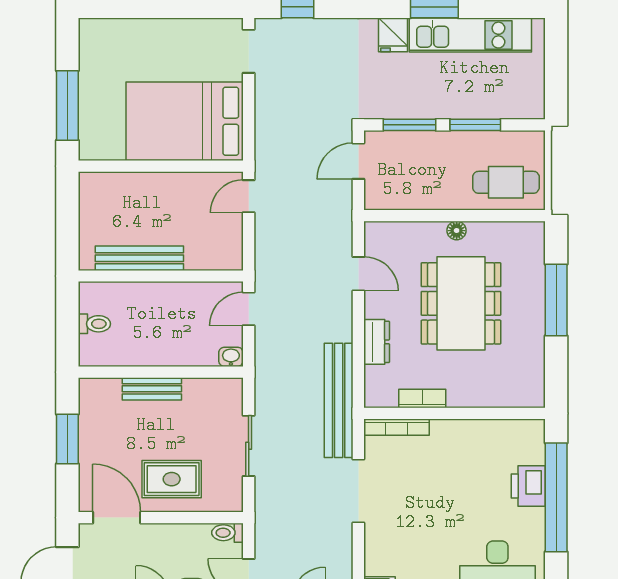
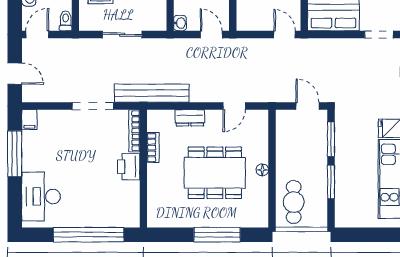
printer: (528, 486) -> (129, 167), moved, turned -90

